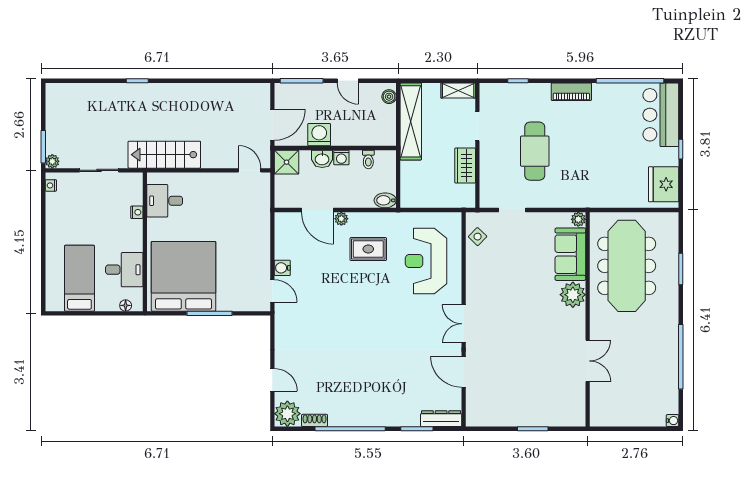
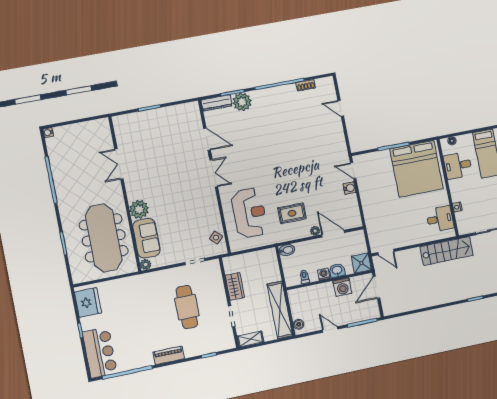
plant: (287, 414) -> (242, 102), moved

